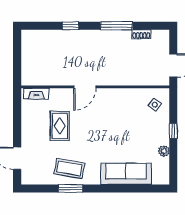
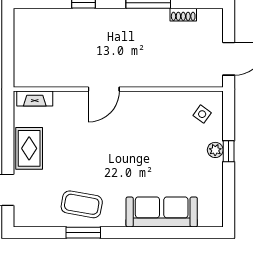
rug: (60, 126) -> (29, 148), moved
plant: (164, 151) -> (215, 150), moved

